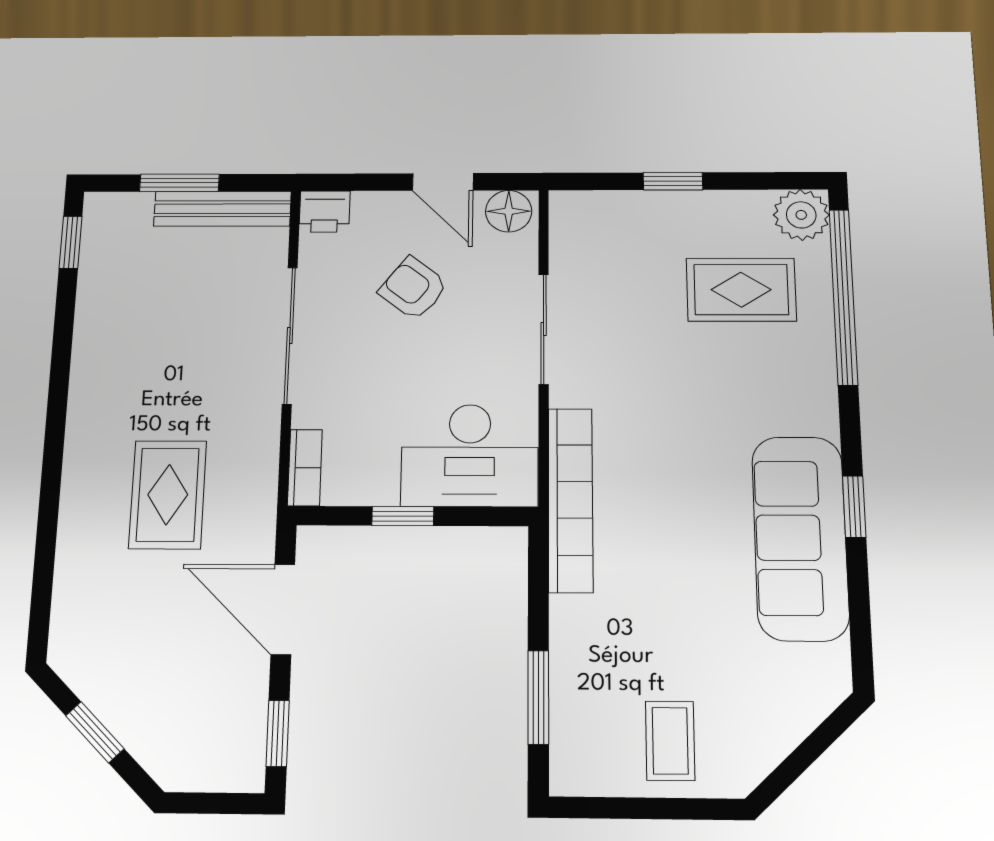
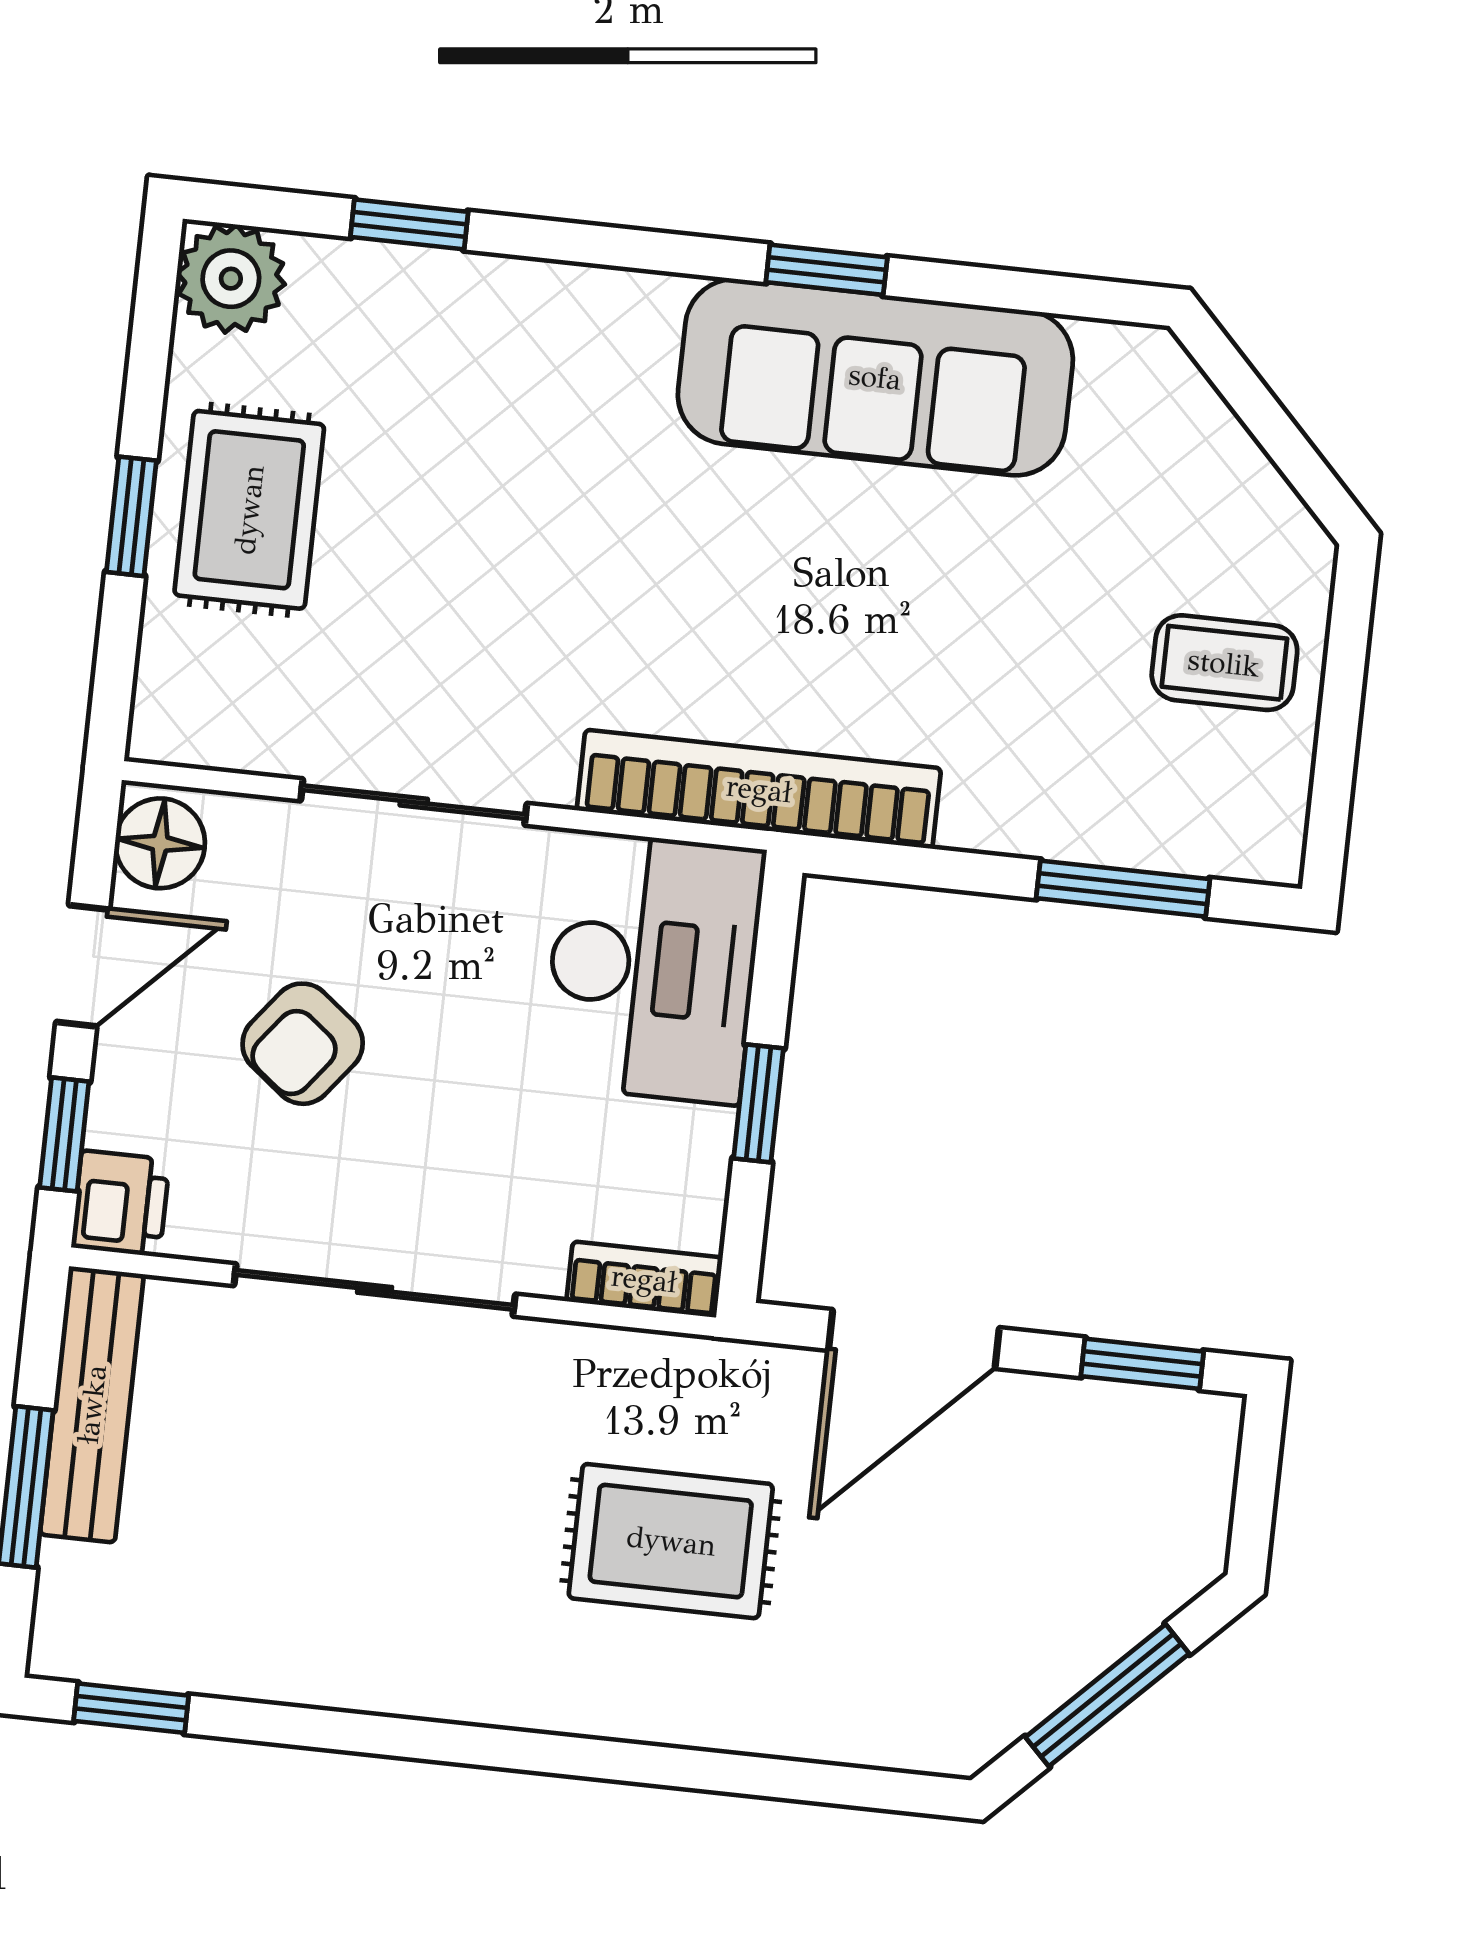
window: (357, 182) -> (64, 1134), added
rug: (741, 290) -> (249, 510), moved
window: (843, 296) -> (409, 224), width x0.32
window: (95, 732) -> (1107, 1695), width x1.50

